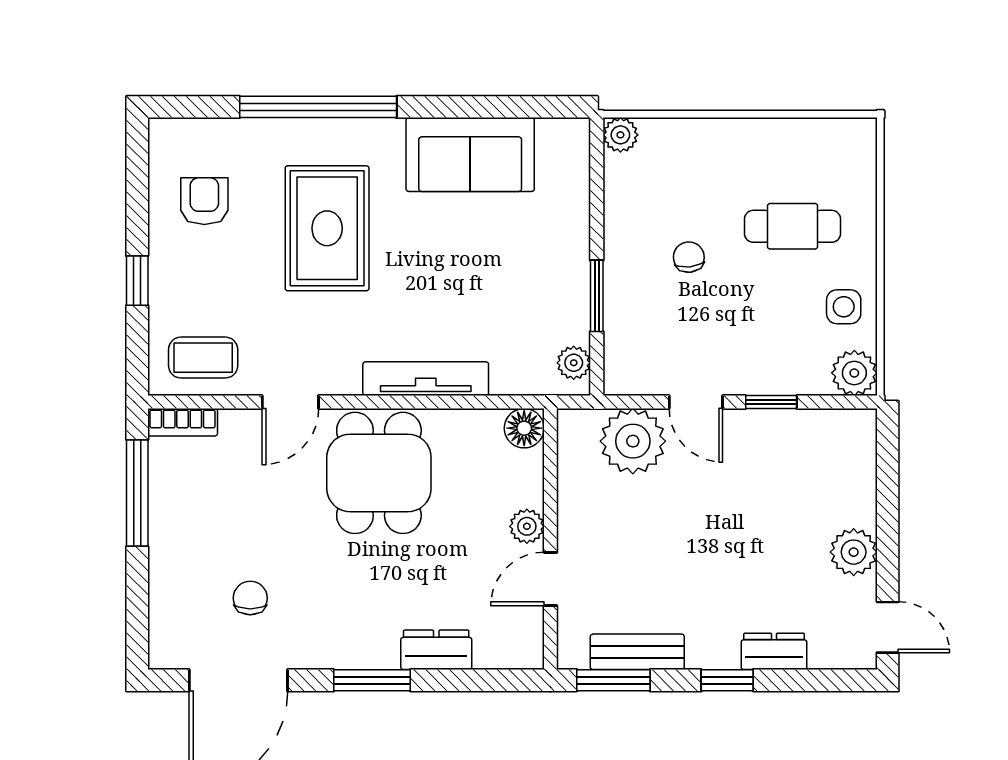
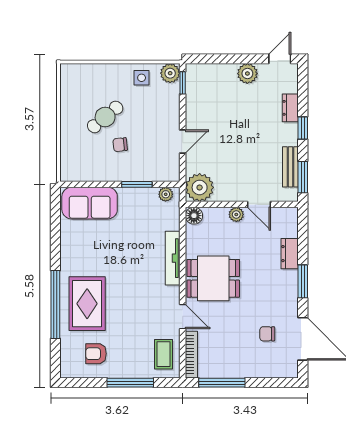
plant: (620, 135) -> (67, 174), removed
sofa: (470, 155) -> (90, 203), moved, turned 90
cafe table: (792, 226) -> (105, 117), moved, turned 50
rug: (327, 228) -> (87, 304), moved, turned 90
window: (137, 281) -> (130, 383), width x2.17
window: (771, 402) -> (183, 83), moved
bookcase: (183, 422) -> (191, 355), width x1.56
plant: (633, 441) -> (200, 187), moved

